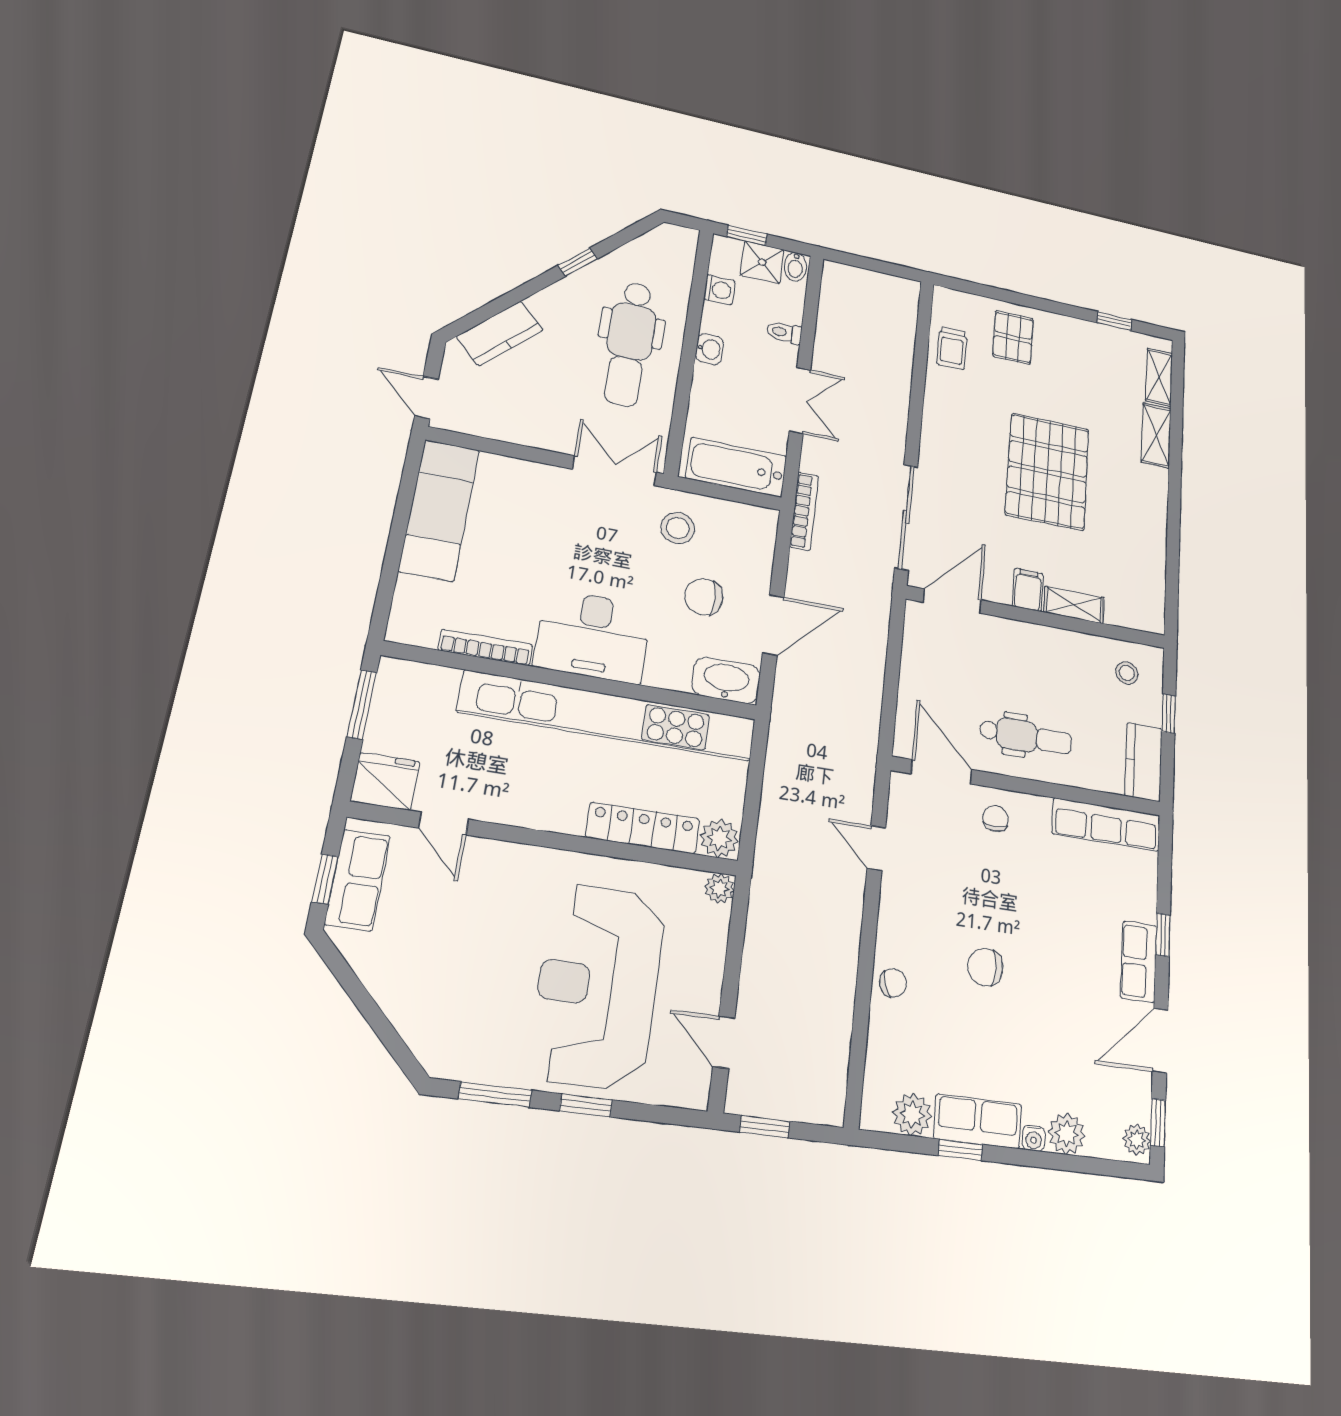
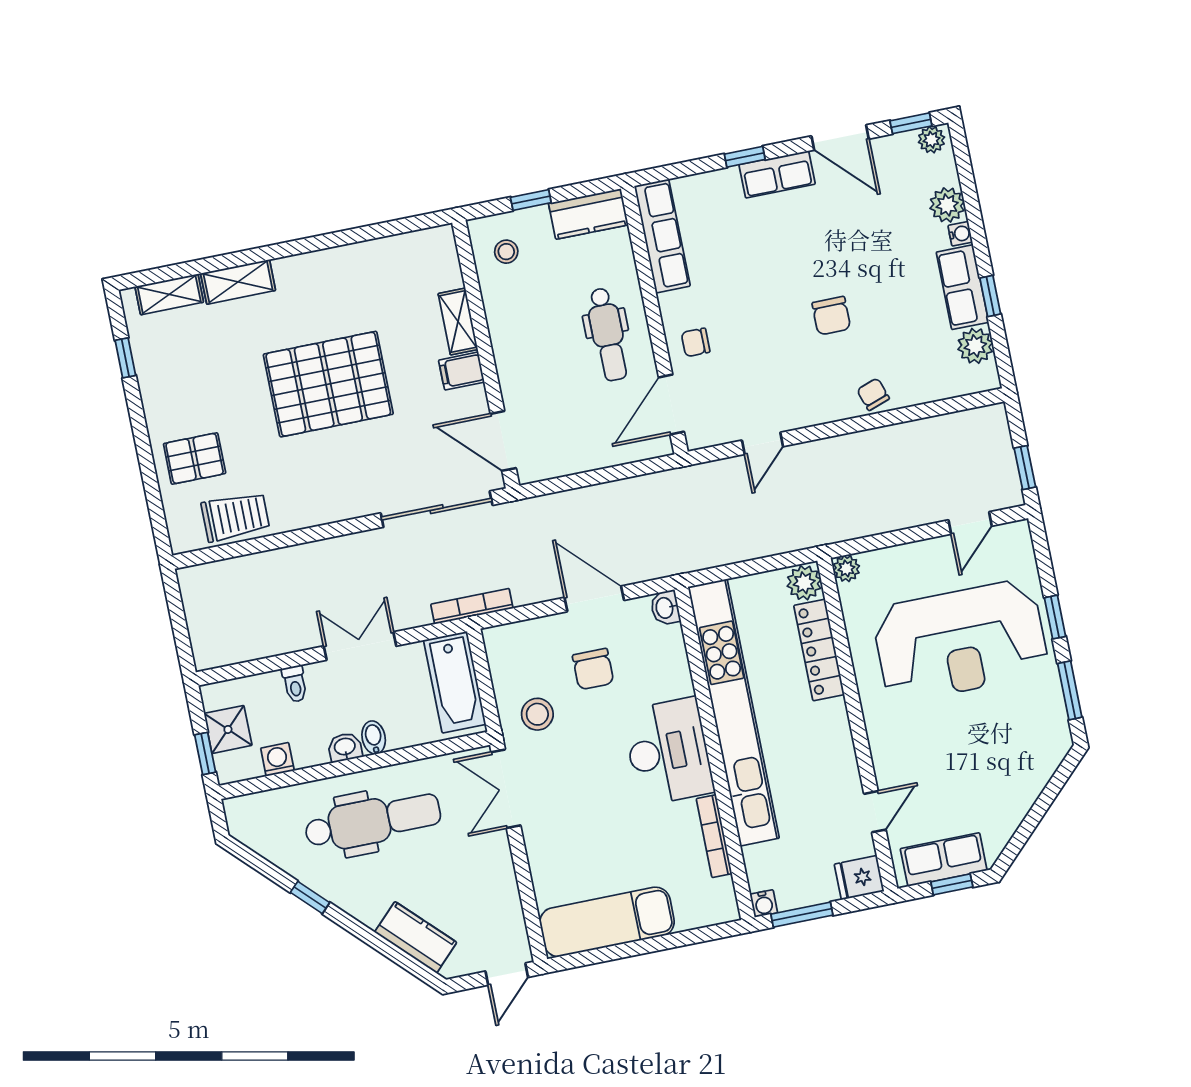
bidet: (795, 267) -> (374, 738), moved, turned -90
trolley: (952, 348) -> (235, 517), width x1.36, depth x1.39
water cooler: (391, 670) -> (764, 903), added
washbasin: (726, 680) -> (665, 608), width x0.52, depth x0.69
dental chair: (1026, 736) -> (608, 334), turned 180
fridge: (385, 781) -> (859, 878), width x0.72

